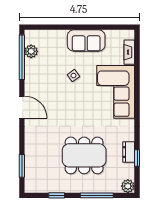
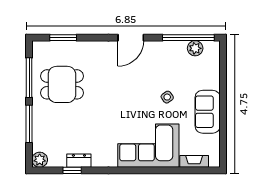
dining table: (84, 155) -> (62, 84), moved, width x0.73
window: (57, 195) -> (29, 78), width x2.17

